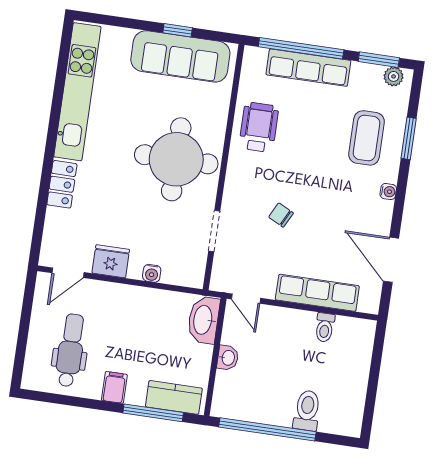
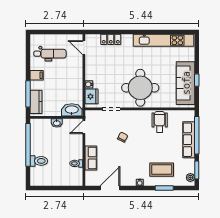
wheelchair: (259, 127) -> (160, 122), turned -90
locker: (62, 184) -> (111, 39), moved
fridge: (111, 261) -> (91, 96), moved
row of seats: (317, 293) -> (91, 158), width x0.68

